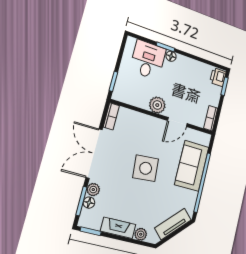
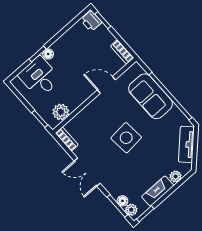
plant: (157, 105) -> (61, 112), moved
door: (177, 122) -> (106, 85), swing flipped
double door: (94, 153) -> (87, 172), width x0.73
plant: (93, 190) -> (131, 210), moved

